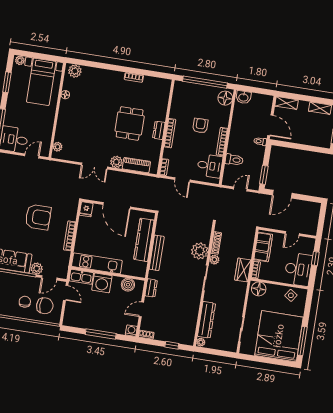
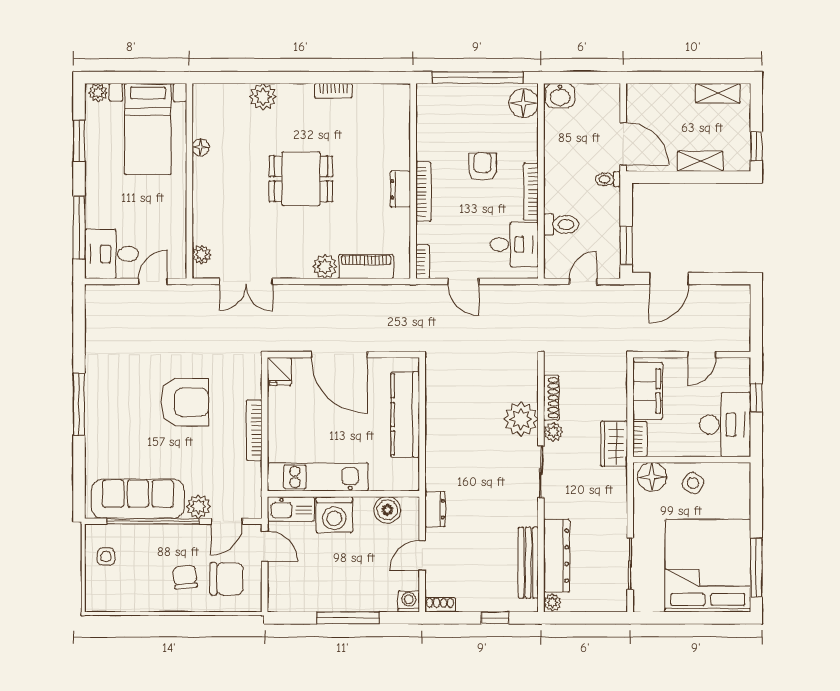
plant: (75, 71) -> (263, 97), moved
shelving: (286, 103) -> (700, 161), moved
dining table: (130, 123) -> (301, 179), moved, turned 90
double door: (95, 166) -> (246, 281), moved
bench: (157, 253) -> (528, 563), moved
side table: (291, 295) -> (693, 483), moved

